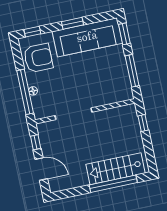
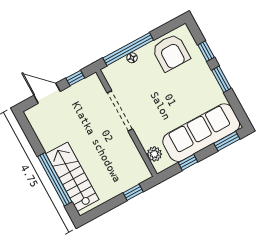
window: (32, 32) -> (206, 51), moved
sofa: (87, 37) -> (201, 133), moved, turned 90
window: (132, 71) -> (188, 162), width x0.46
plant: (117, 96) -> (154, 154), added
door: (41, 169) -> (47, 93), swing flipped

